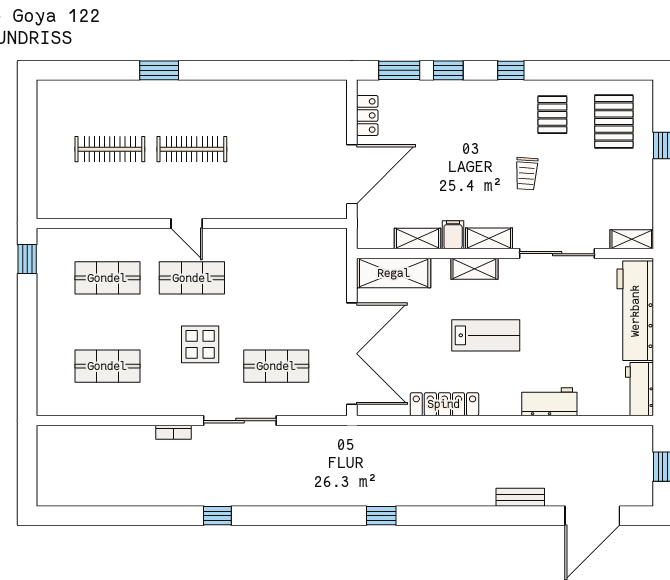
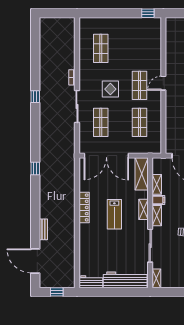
shop shelf: (107, 278) -> (140, 122), moved
workbench: (549, 402) -> (85, 242), removed
locker: (444, 404) -> (84, 207), moved

